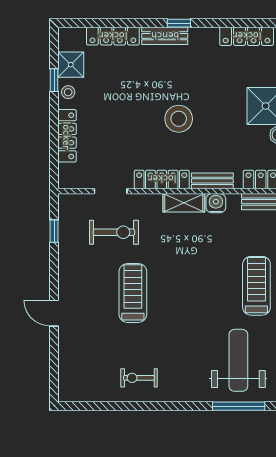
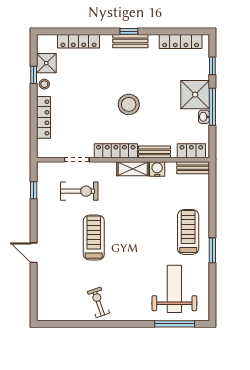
bench: (165, 36) -> (130, 41), moved
exercise bike: (139, 378) -> (98, 302), turned 71

